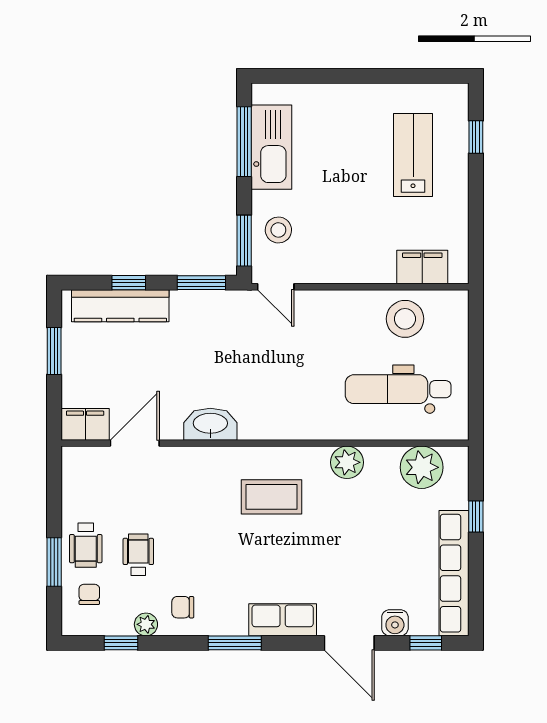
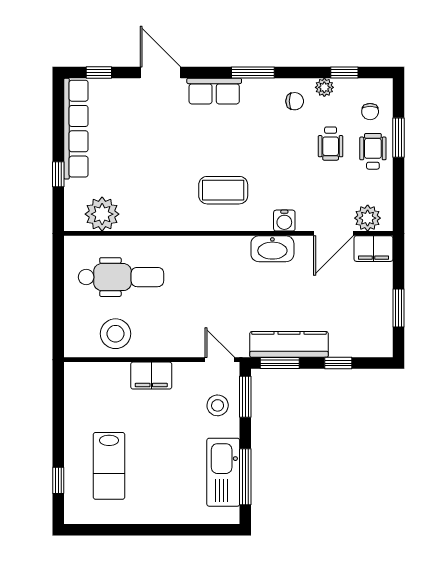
filing cabinet: (422, 267) -> (151, 376), moved
kitchen counter: (120, 306) -> (289, 344), moved
plant: (347, 462) -> (368, 218), moved
water cooler: (395, 623) -> (284, 221), moved, turned 180

